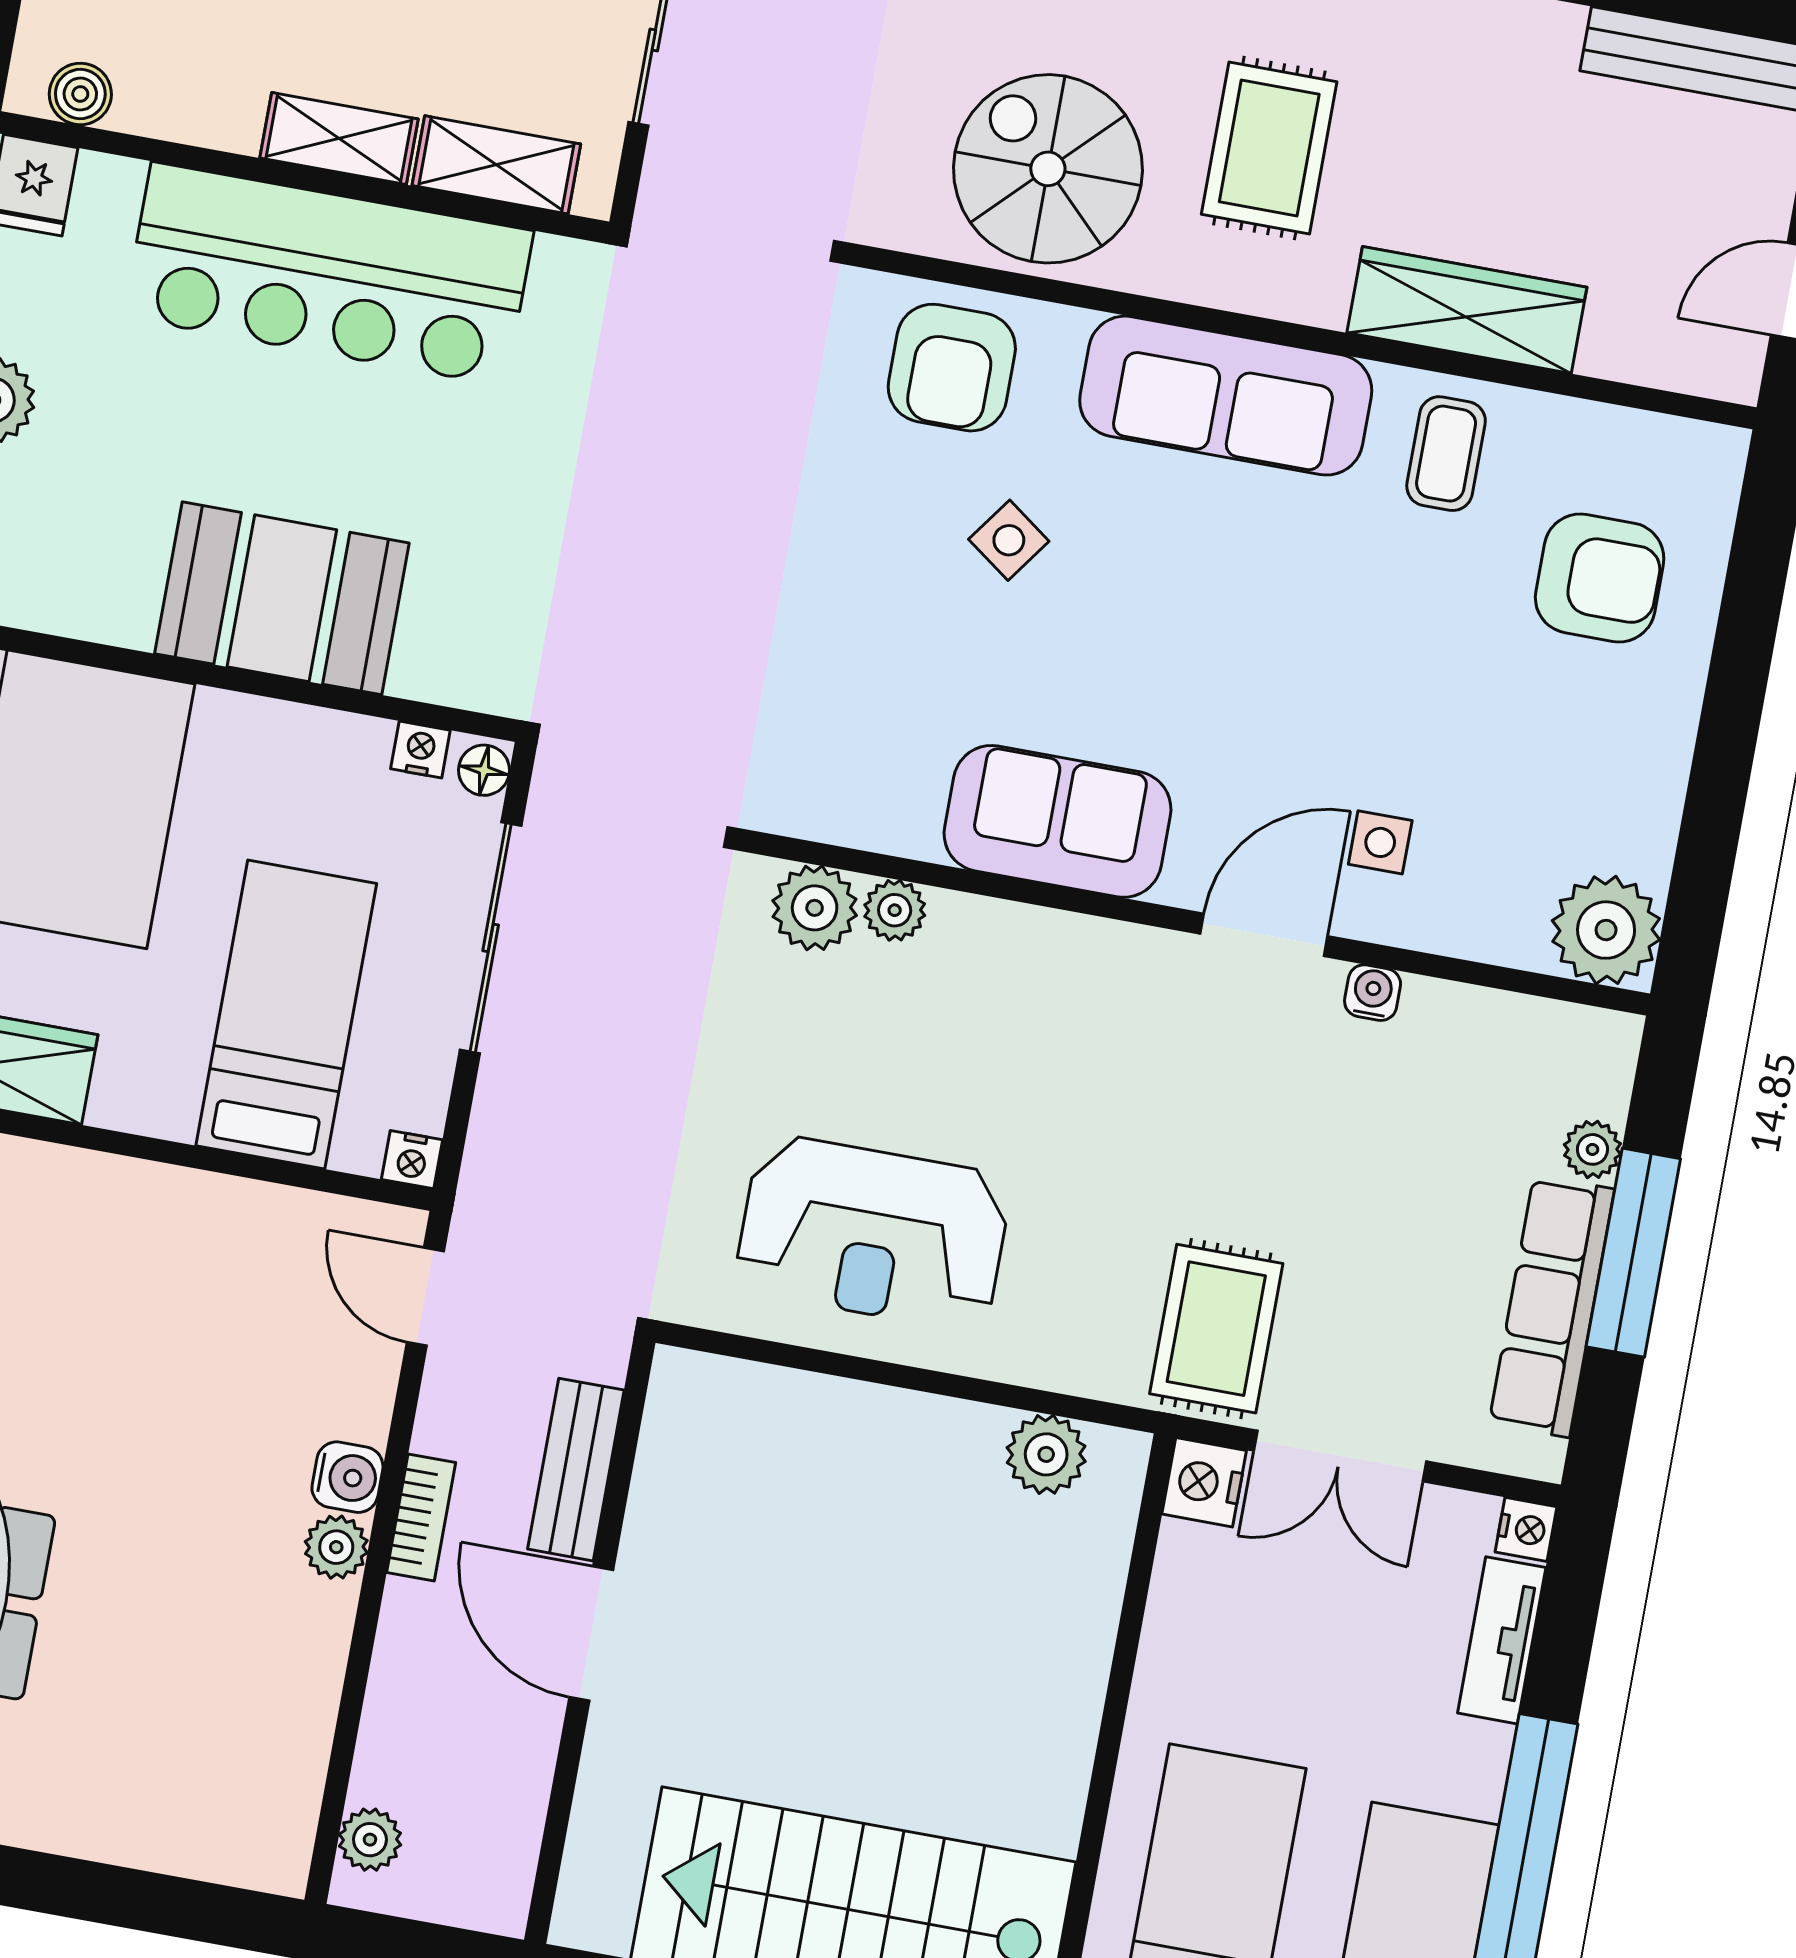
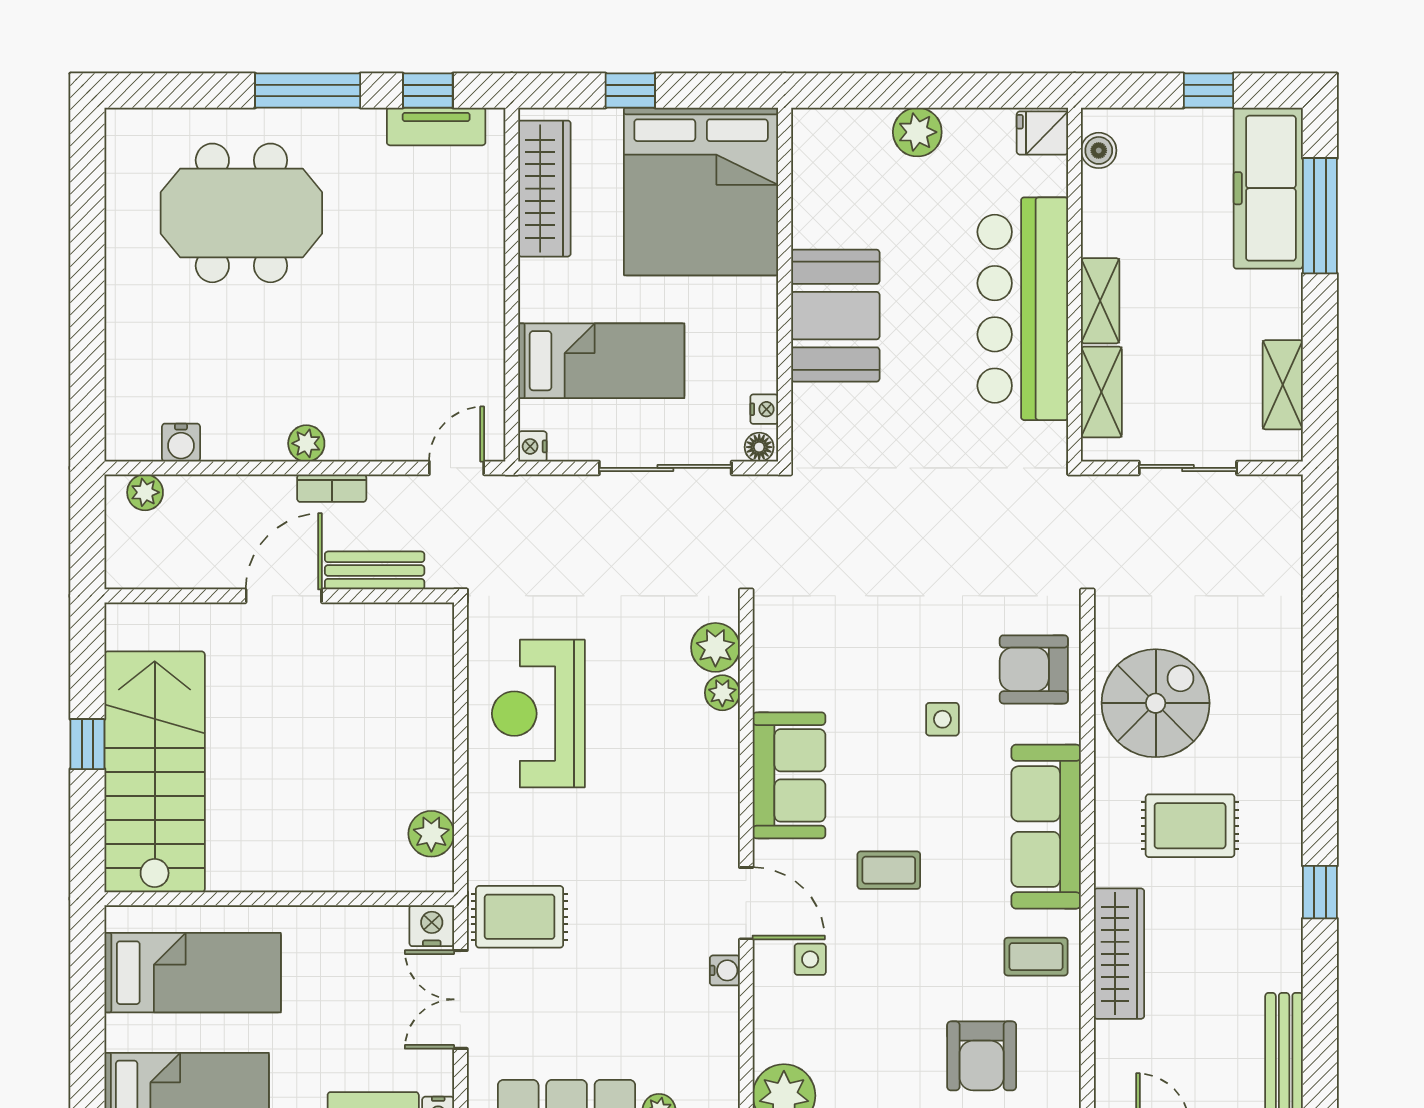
side table: (1009, 540) -> (942, 719), turned -36
coffee table: (1251, 680) -> (889, 870), added
water cooler: (347, 1477) -> (181, 443), moved

